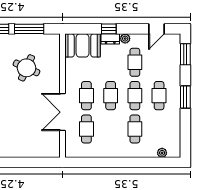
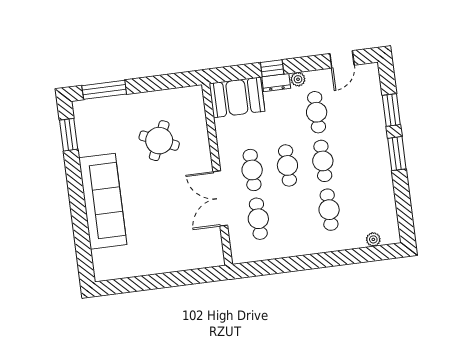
window: (29, 29) -> (156, 83), removed
window: (185, 54) -> (391, 110), moved
cafe table: (159, 96) -> (358, 156), removed

